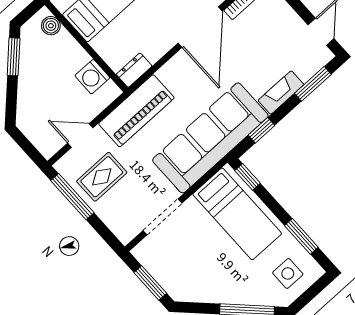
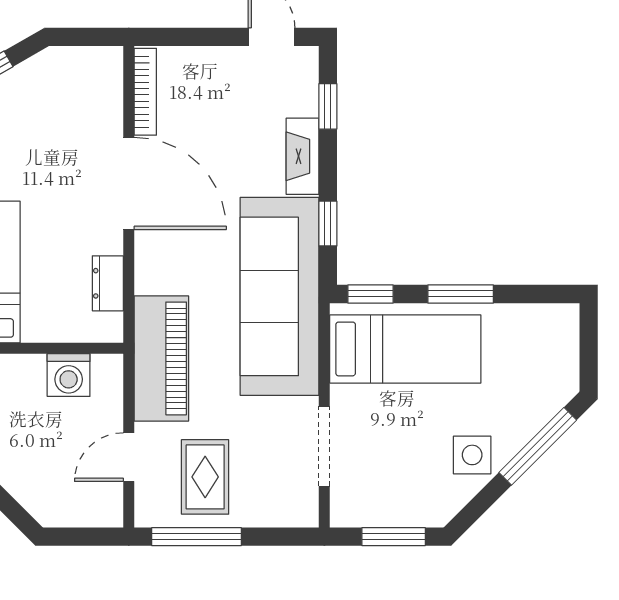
dresser: (134, 70) -> (108, 283), moved
window: (313, 84) -> (328, 106), width x0.67
window: (301, 236) -> (461, 294), moved
side table: (288, 273) -> (472, 455), moved

